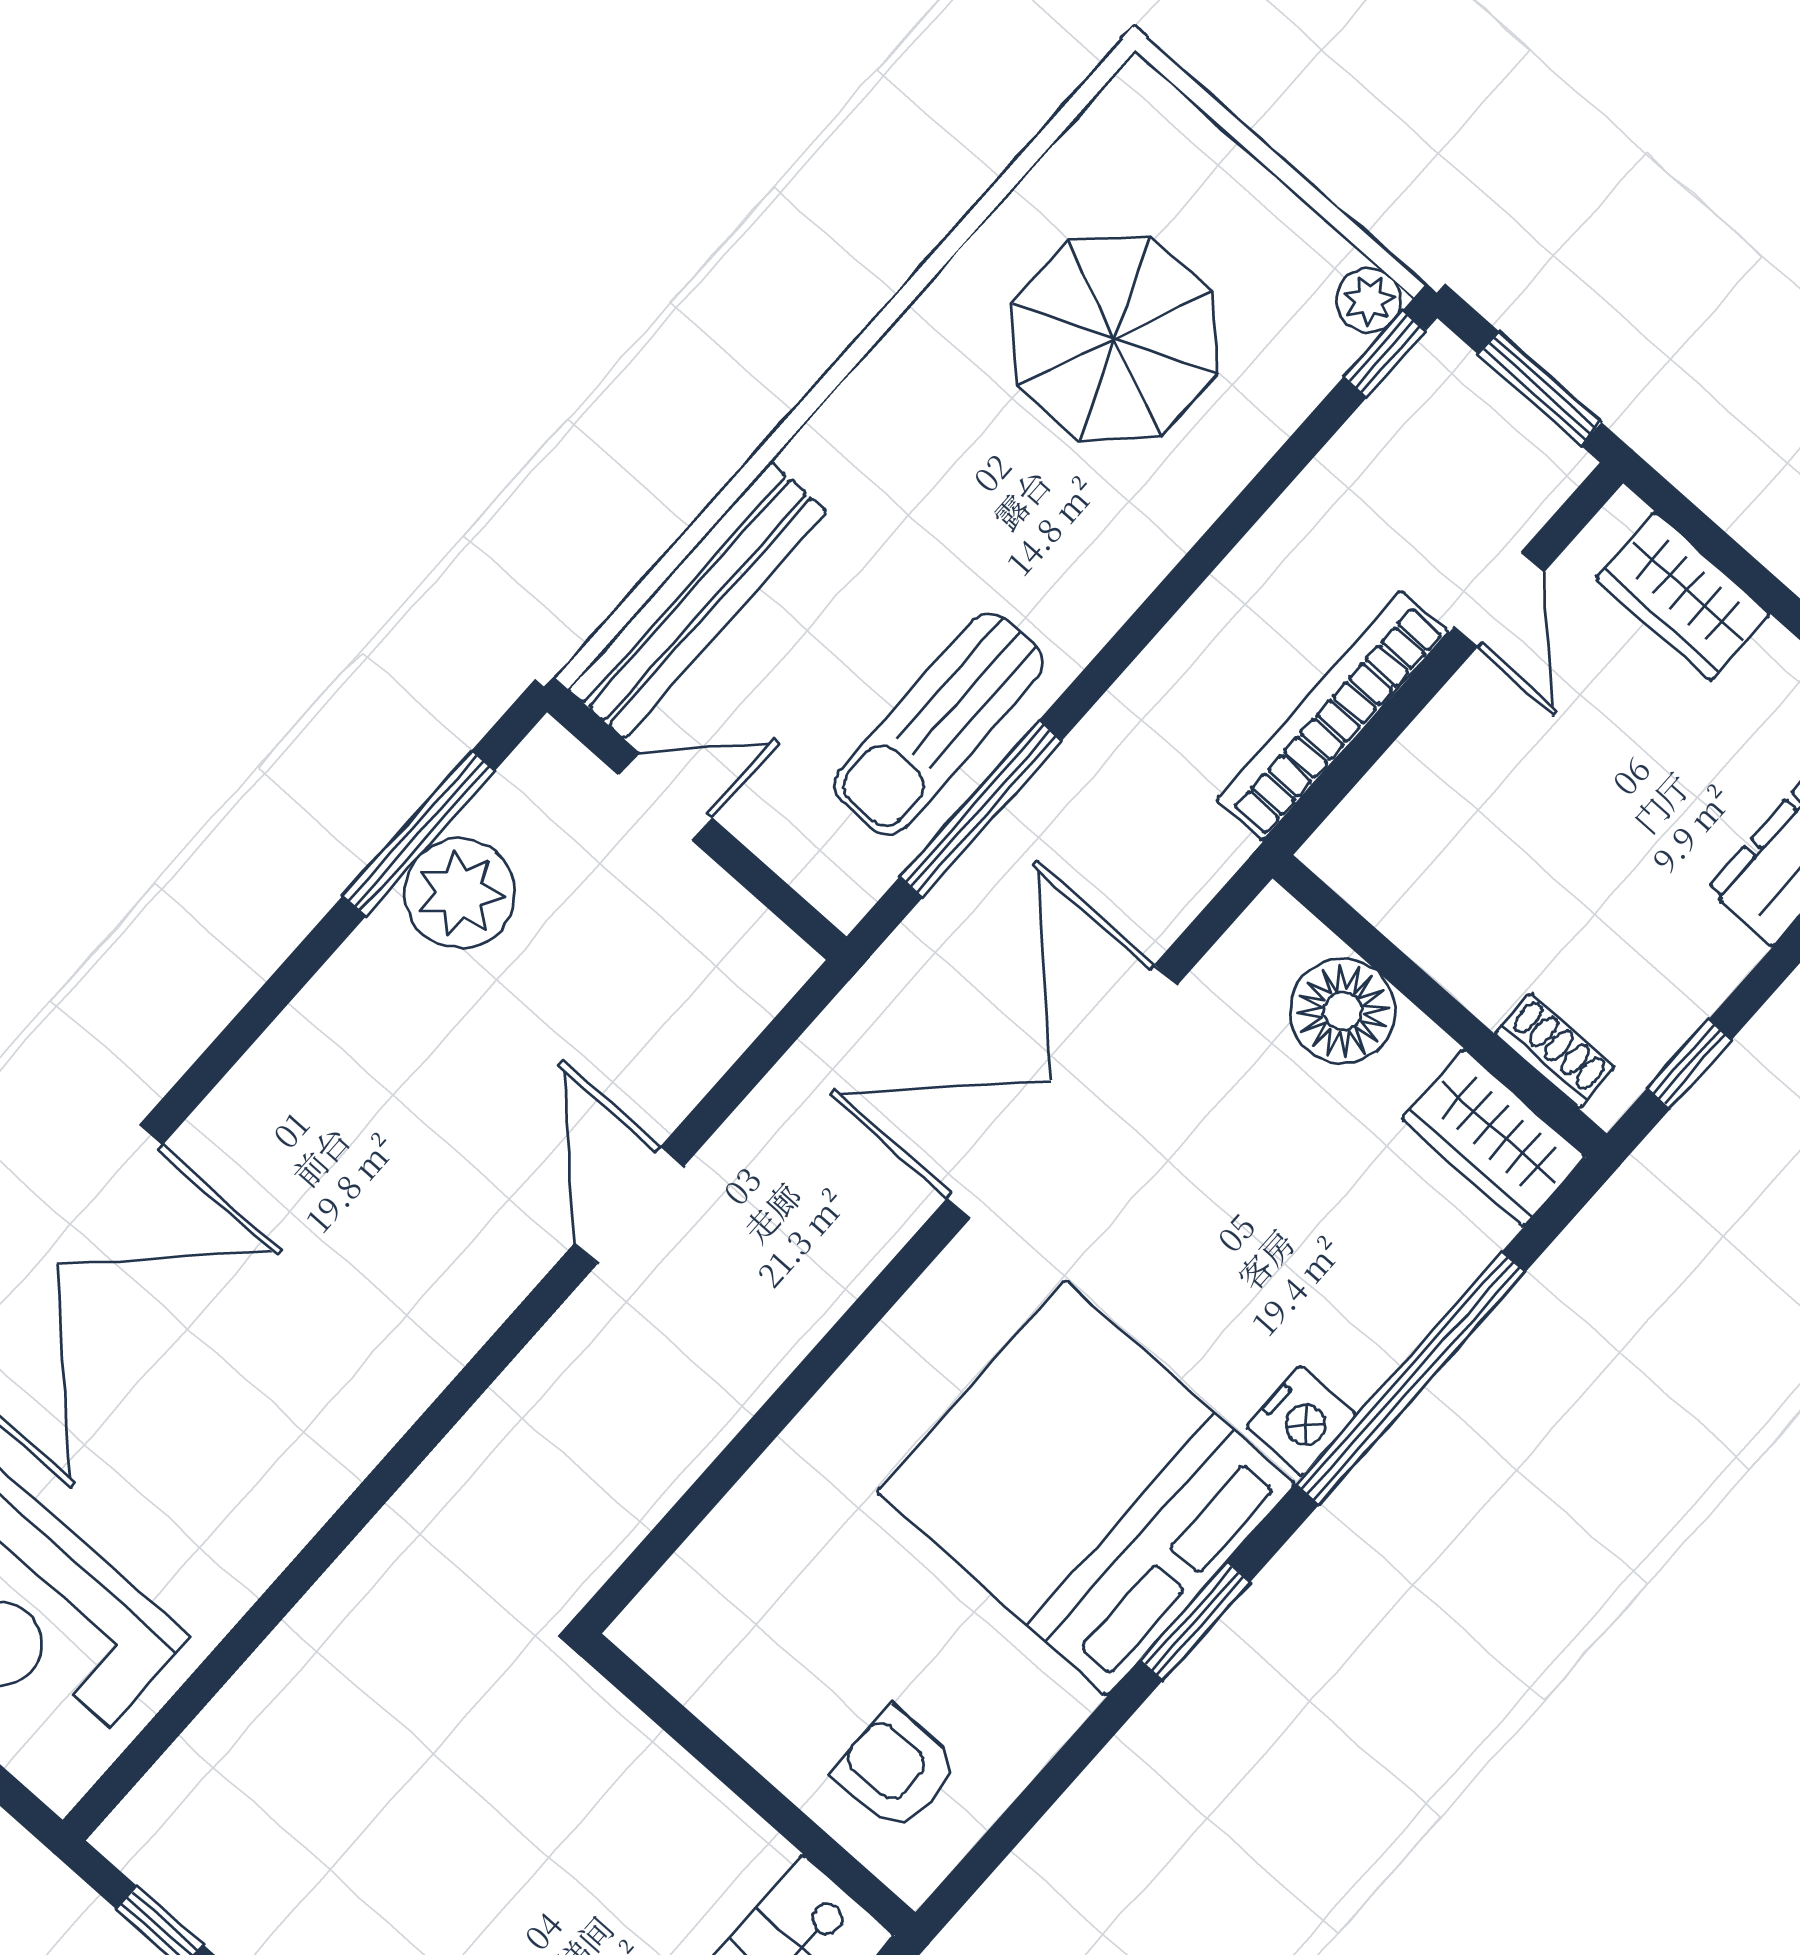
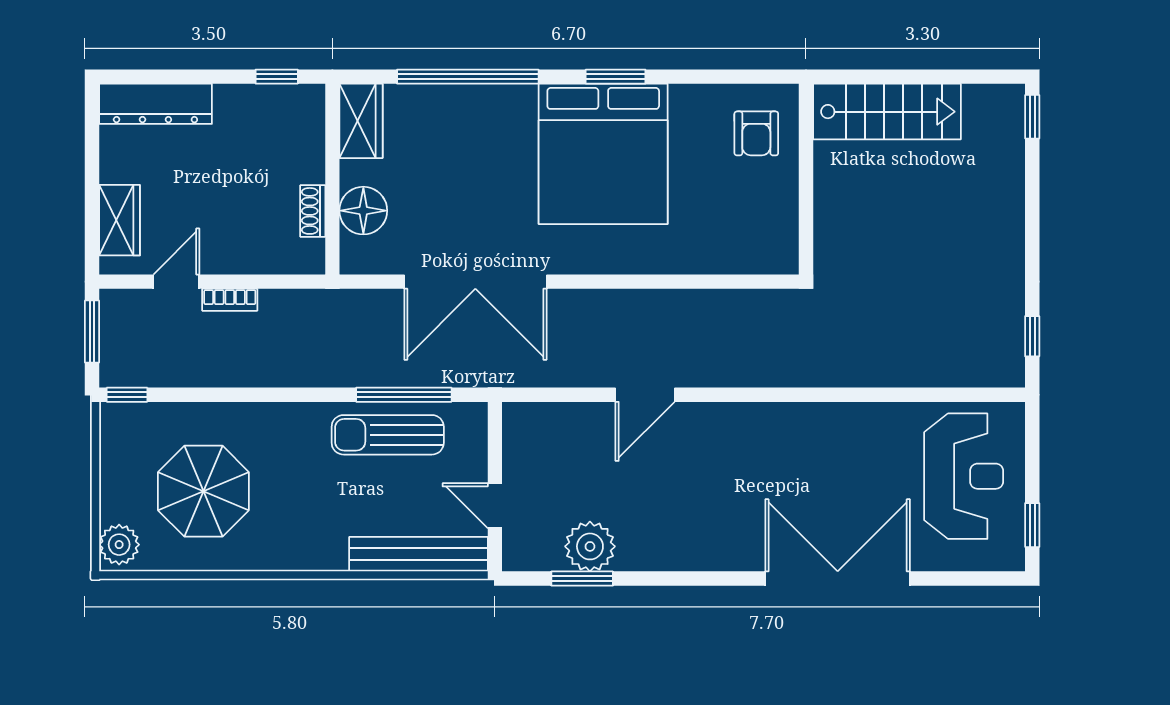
plant: (1369, 300) -> (119, 545), moved, width x1.38, depth x1.38
bookcase: (1333, 716) -> (230, 300), width x0.43, depth x0.76
sun lounger: (939, 724) -> (388, 435), turned 180
window: (418, 834) -> (582, 579), width x0.69
shoe rack: (1555, 1051) -> (313, 211), moved
nightstand: (1301, 1421) -> (515, 101), removed

